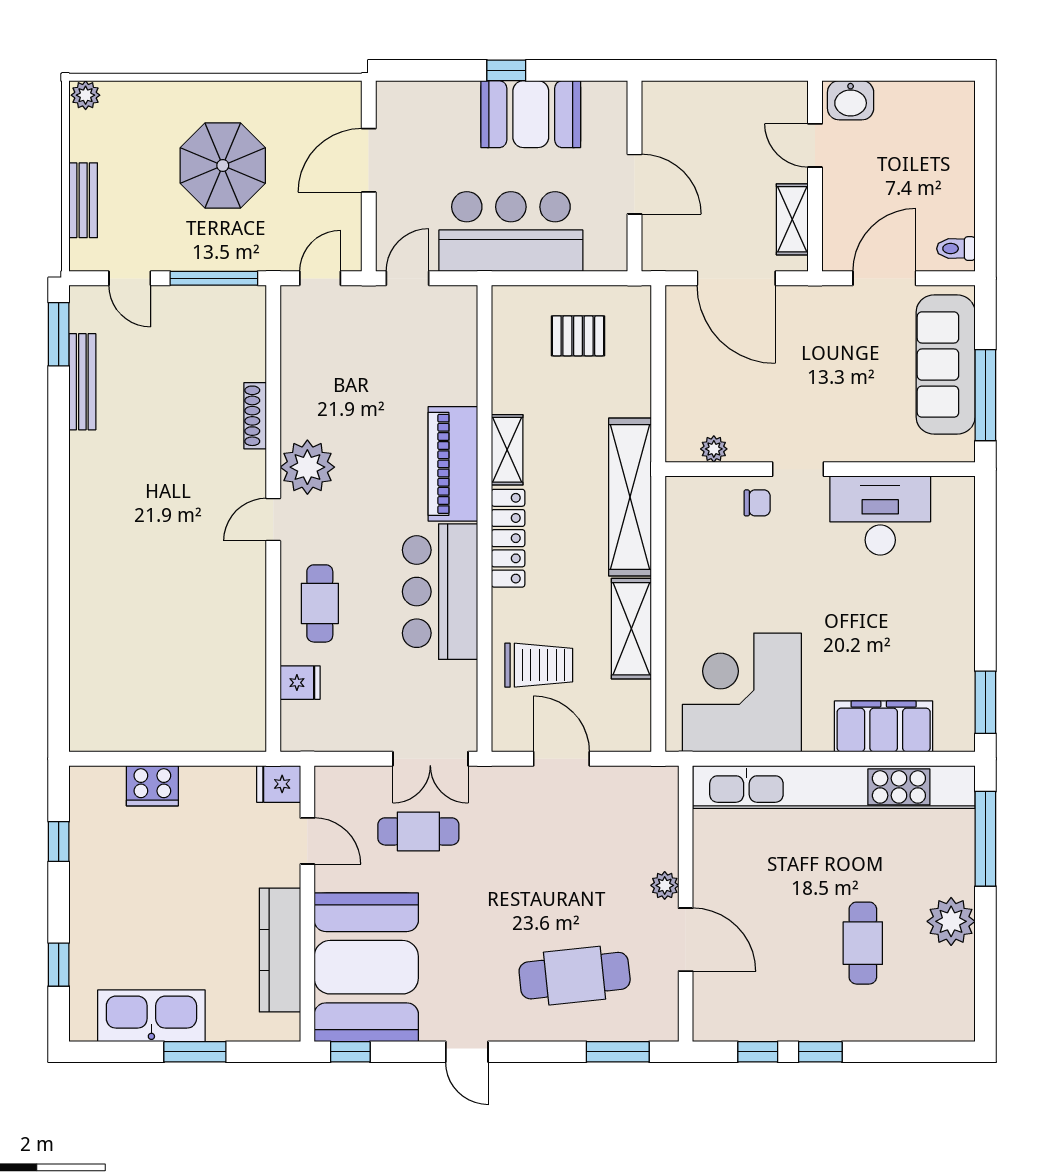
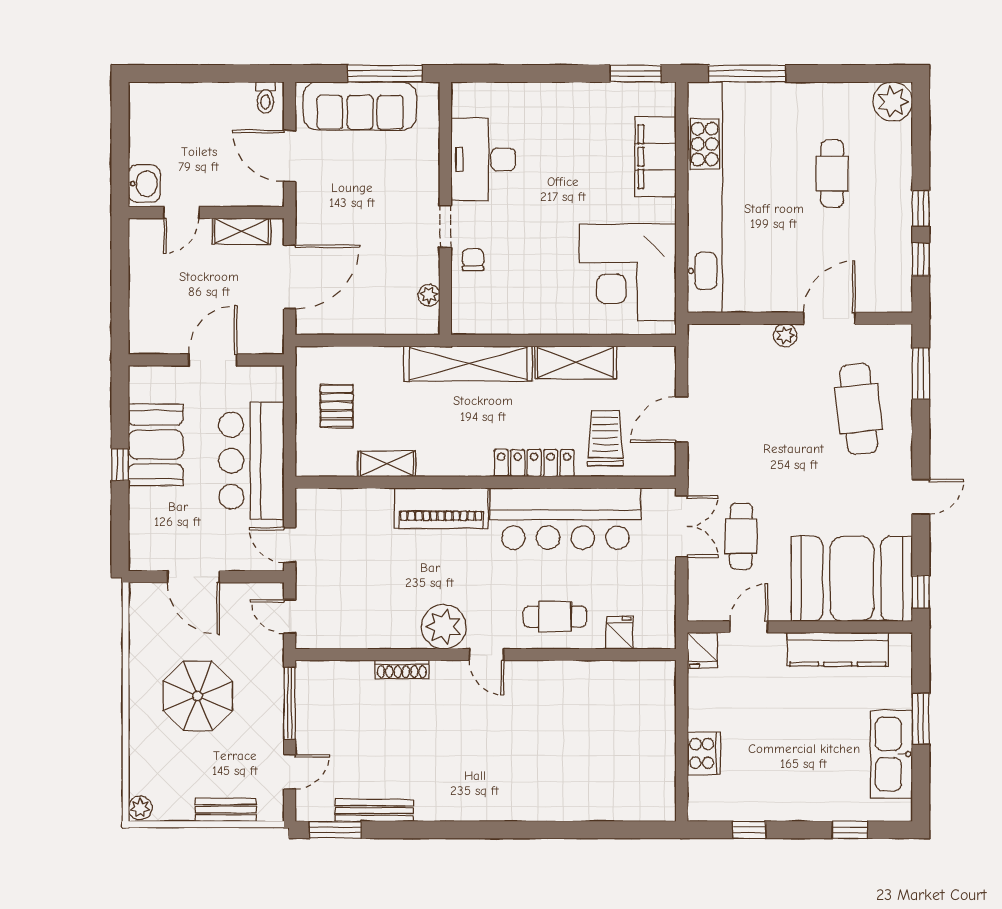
shelving: (507, 450) -> (387, 464), moved
locker: (508, 538) -> (534, 463), moved
bar counter: (440, 592) -> (565, 519), width x1.36
plant: (951, 921) -> (893, 102), moved
cafe table: (863, 943) -> (832, 174), turned 90

